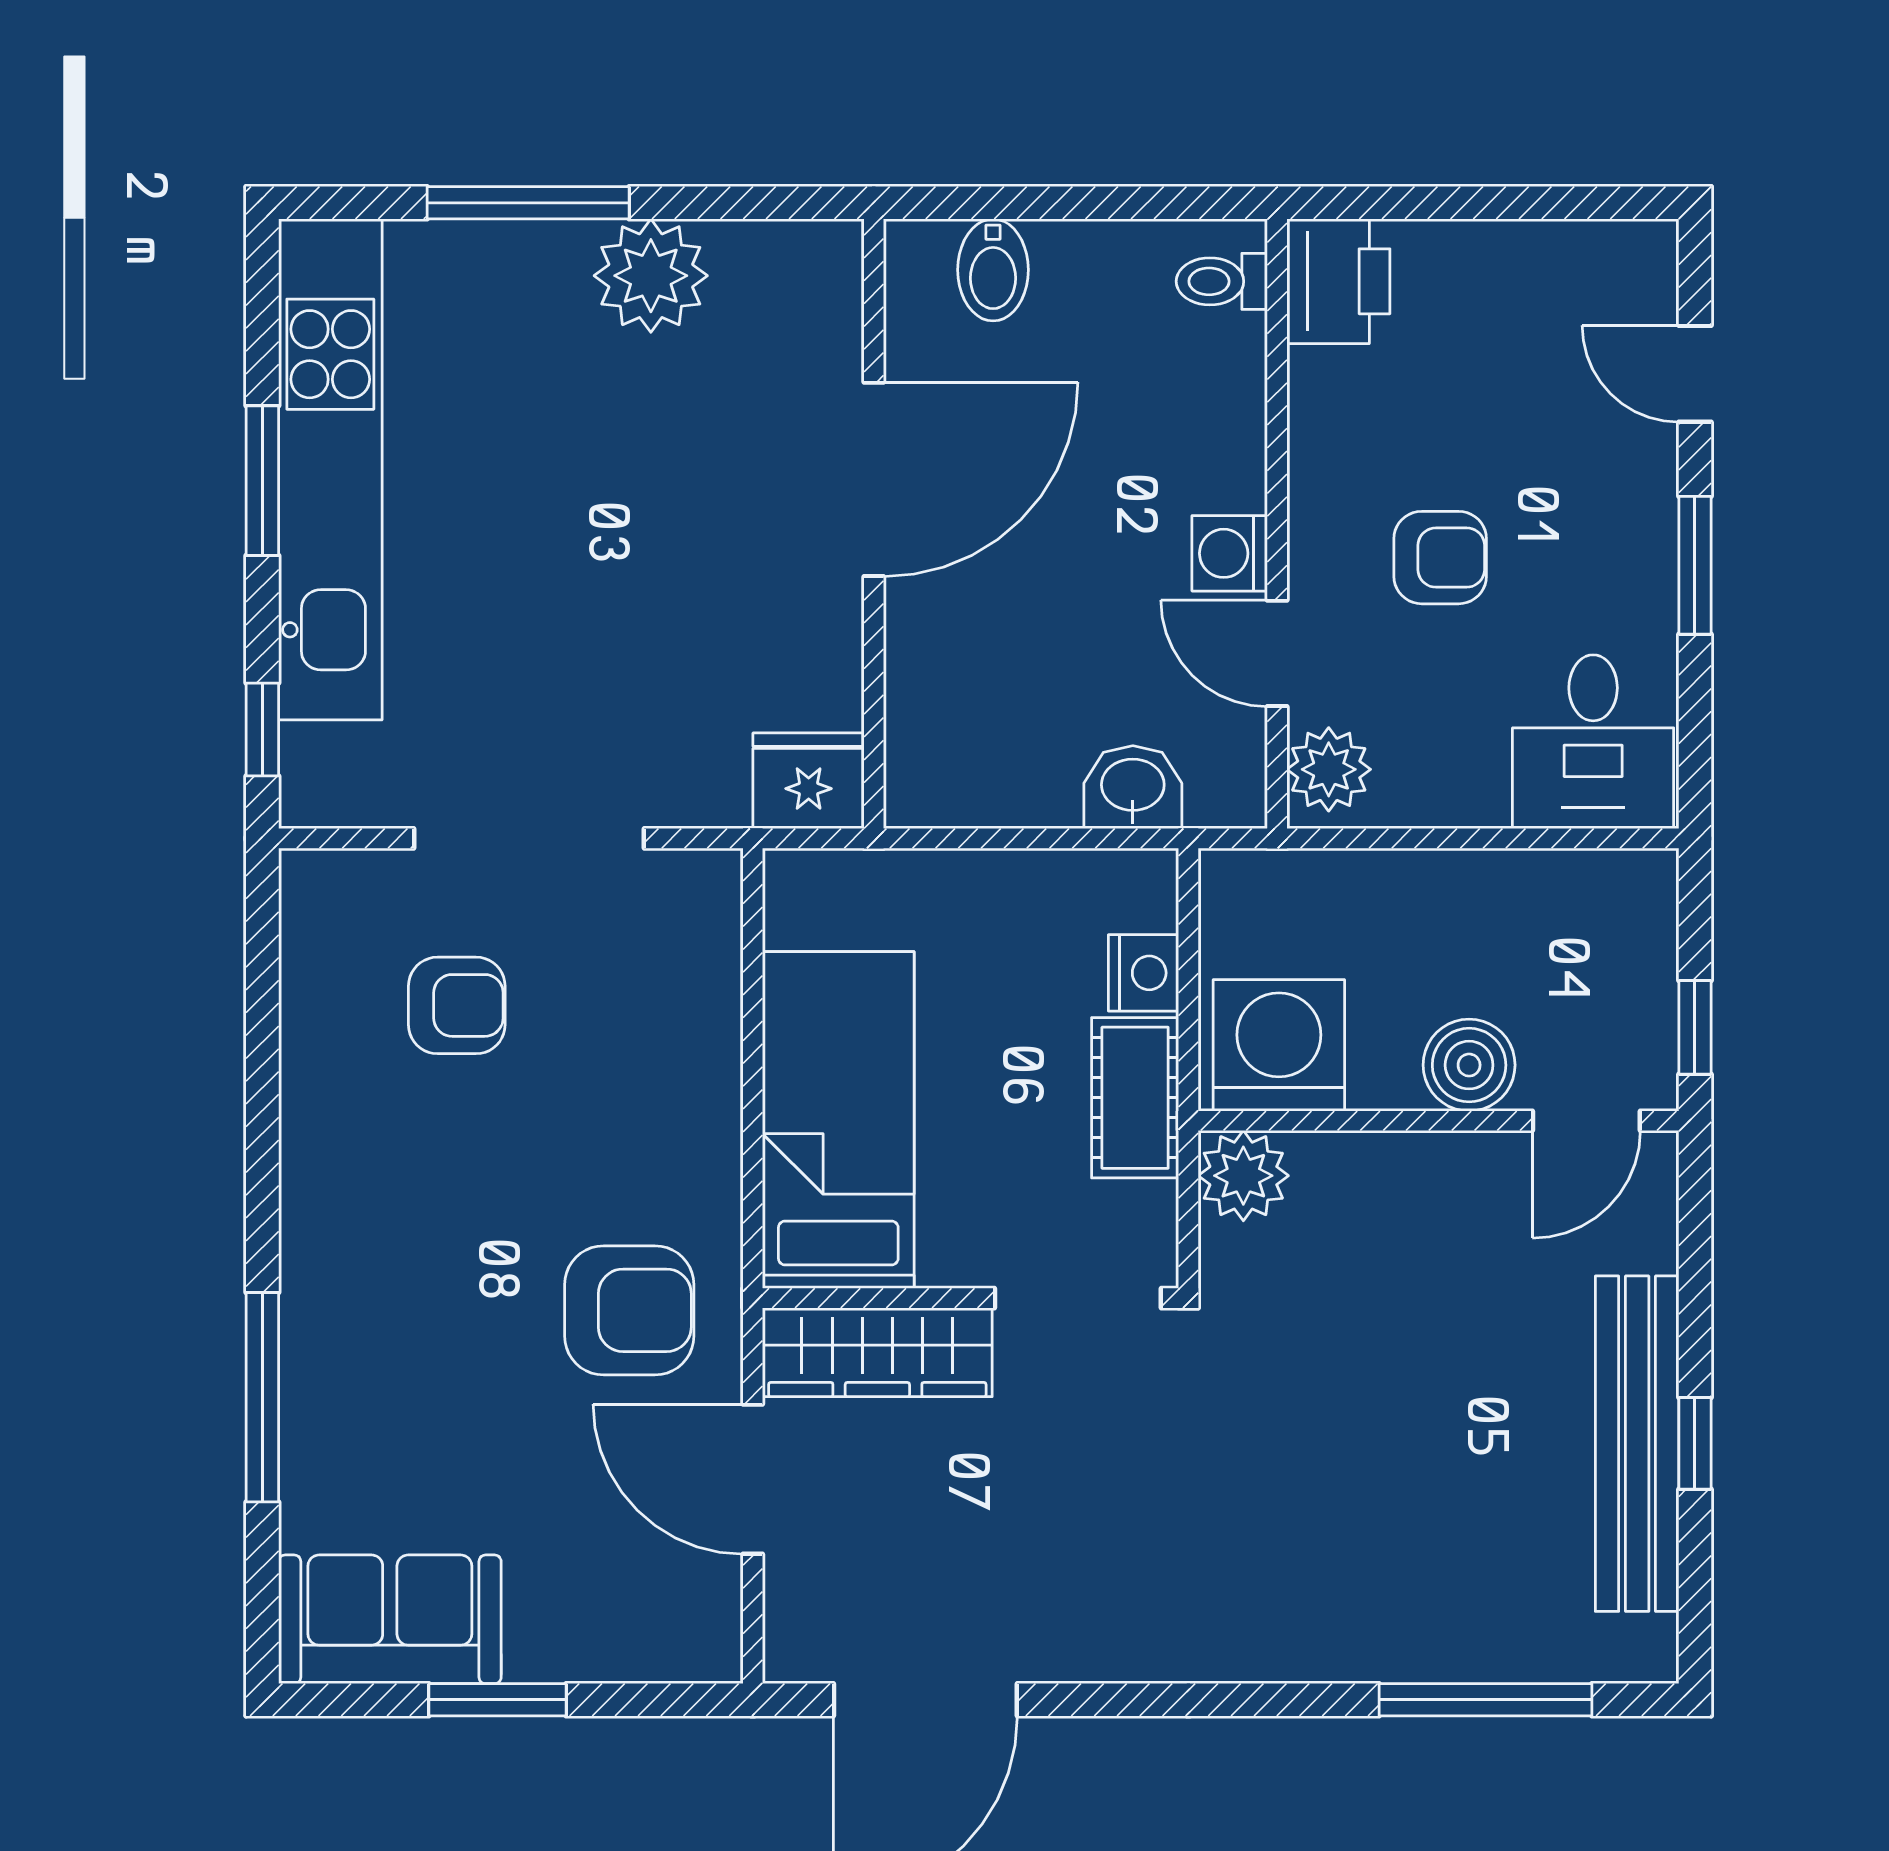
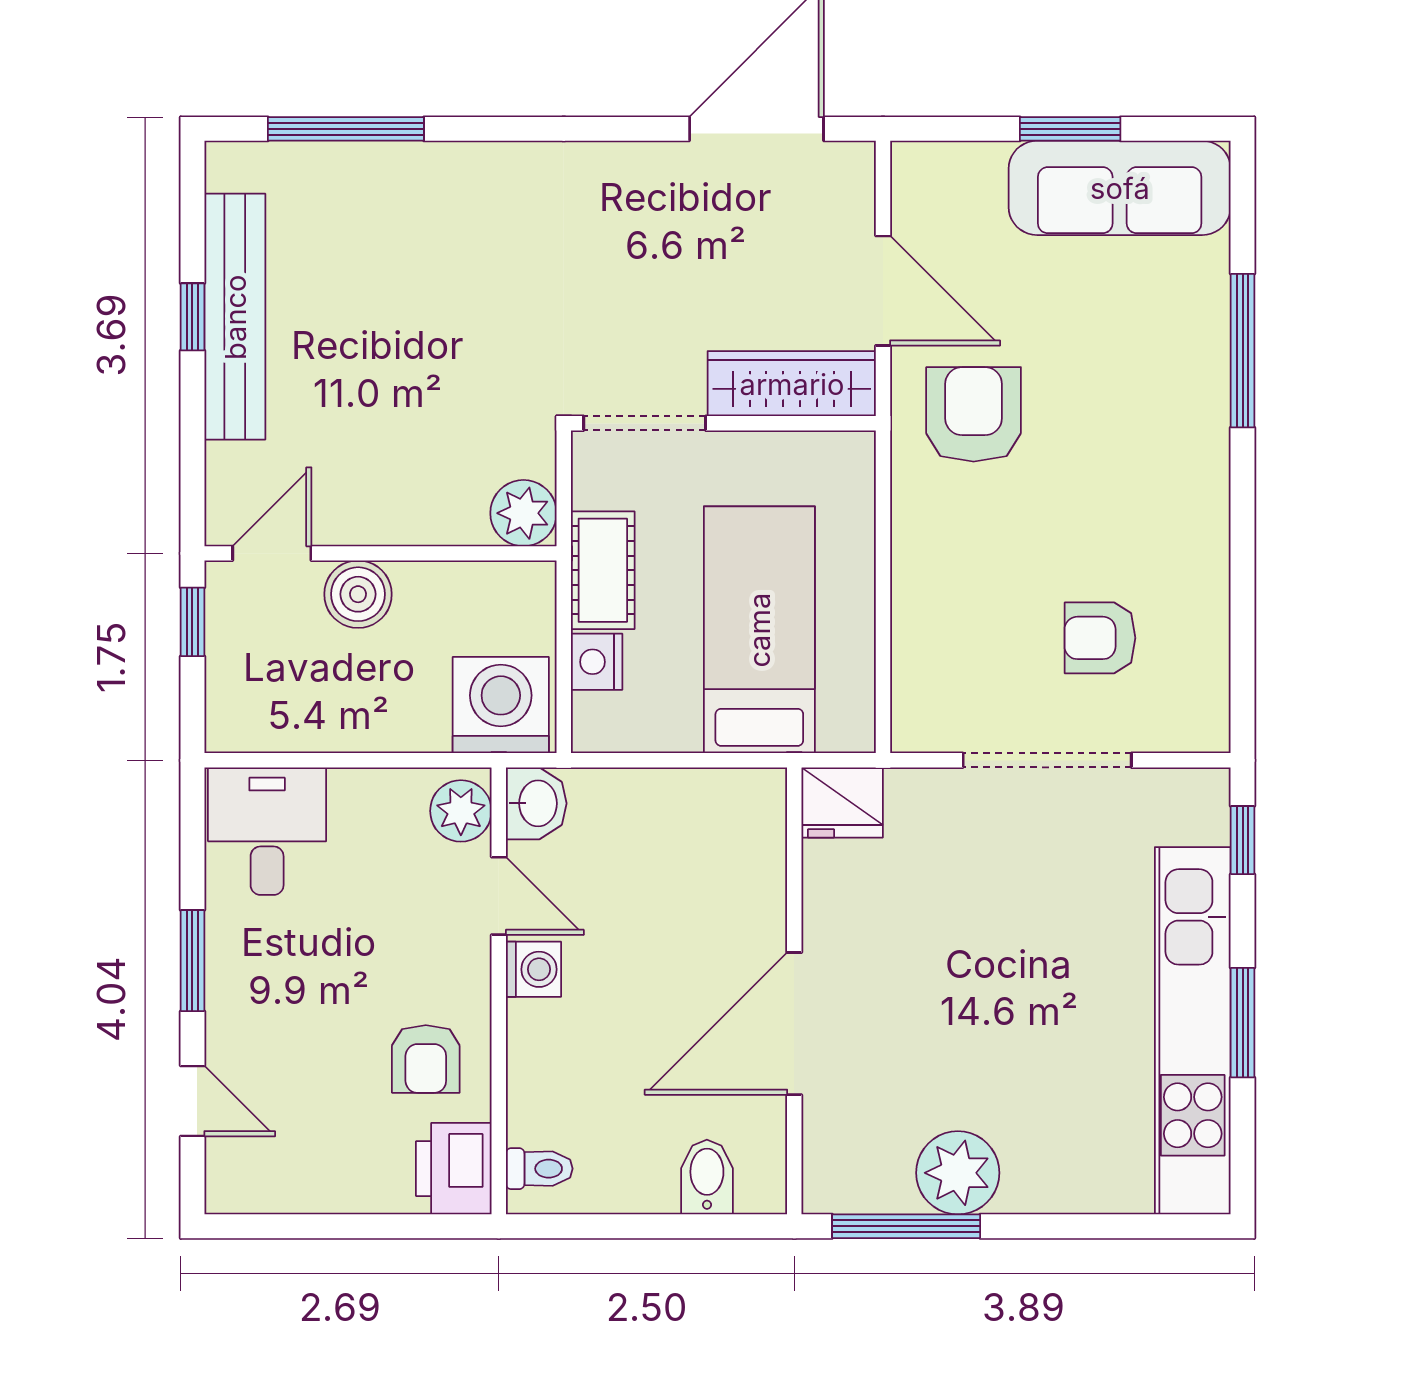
window: (528, 203) -> (906, 1226), moved
armchair: (1440, 558) -> (426, 1059), moved, turned -90
washbasin: (1133, 787) -> (536, 803), moved, turned -90
washing machine: (1279, 1045) -> (501, 705), moved, turned 180
bed: (838, 1120) -> (759, 630), moved, turned 180
armchair: (629, 1310) -> (974, 414), turned 90
sofa: (390, 1619) -> (1120, 188), width x1.36

